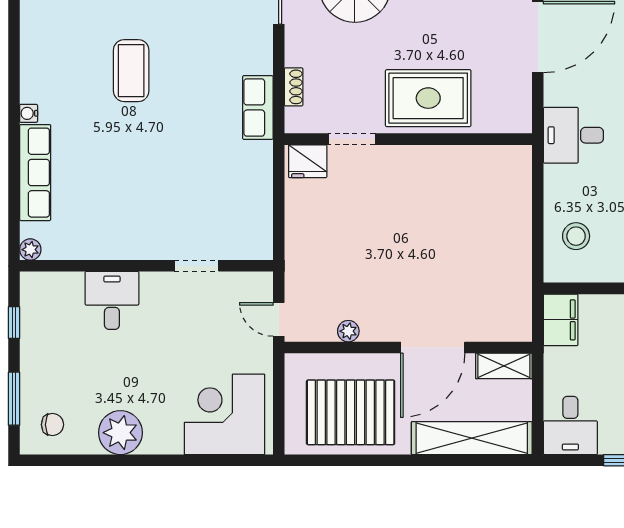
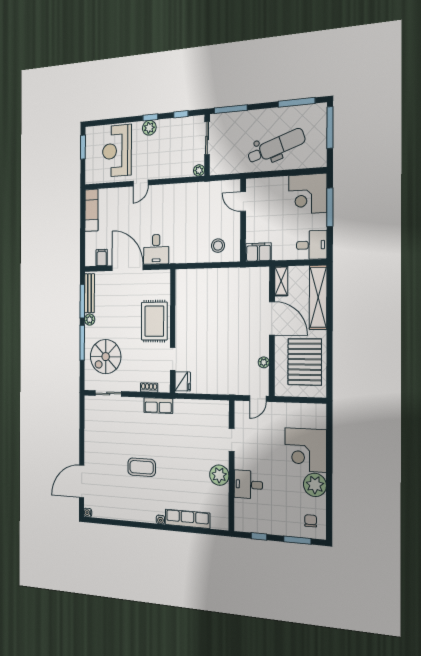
desk: (573, 135) -> (156, 249), moved
plant: (30, 250) -> (219, 475), moved, width x1.88, depth x1.88
corner desk: (224, 414) -> (306, 450), moved

